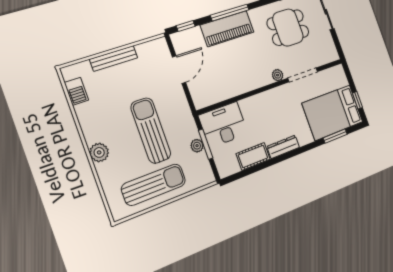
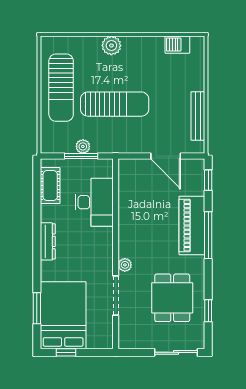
bench: (114, 58) -> (198, 116), moved
desk: (223, 125) -> (94, 202), moved
cot: (253, 156) -> (50, 186), moved

